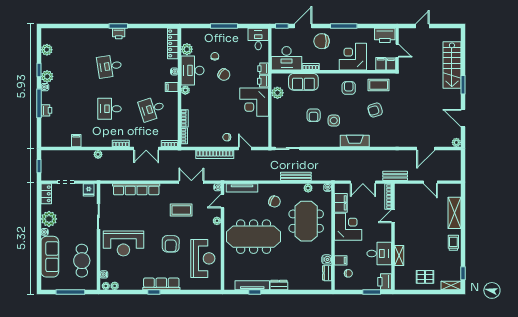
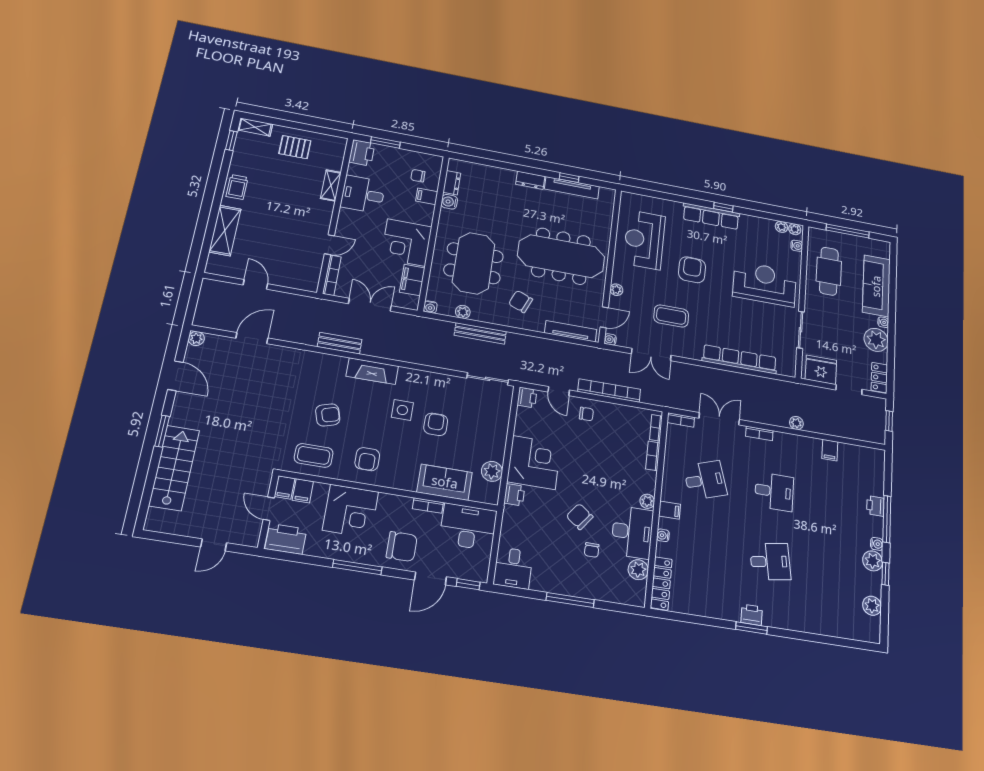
printer: (263, 69) -> (527, 397), moved
bench: (395, 176) -> (340, 343), moved
fridge: (89, 190) -> (821, 370), width x1.88, depth x1.34

